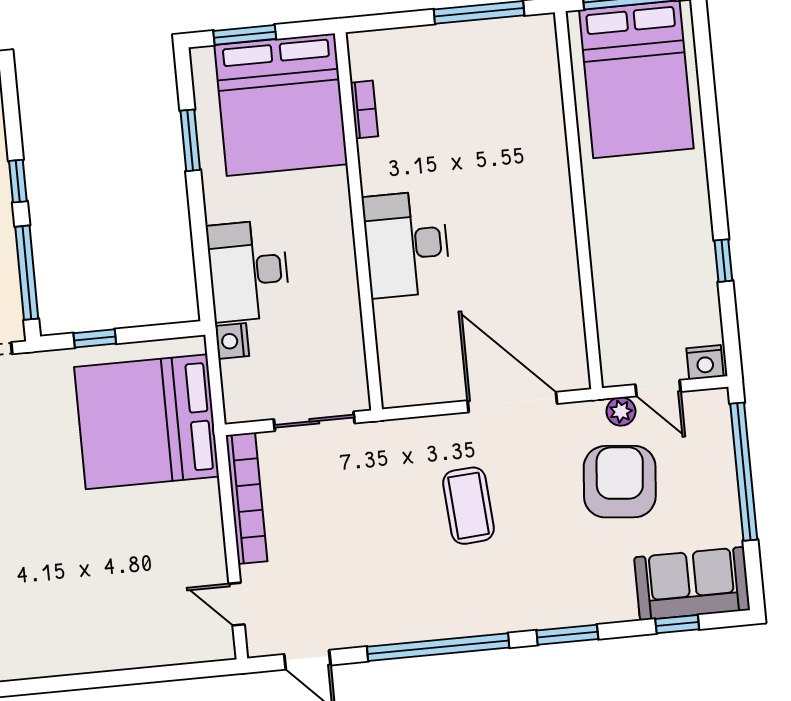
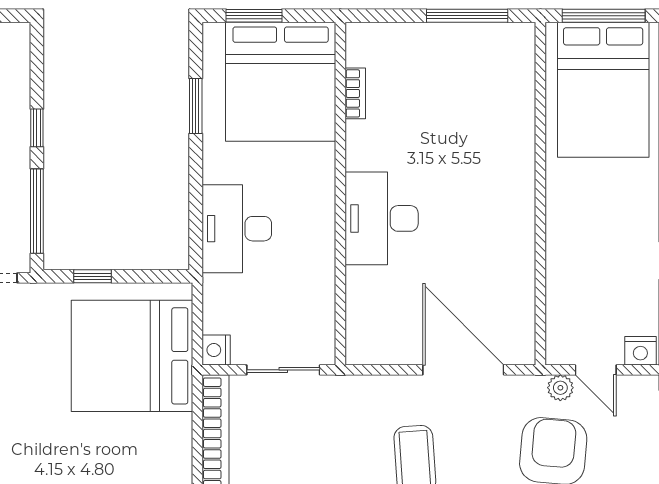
nightstand: (232, 341) -> (216, 350), moved

